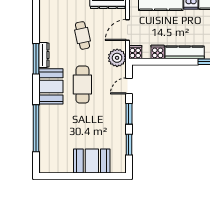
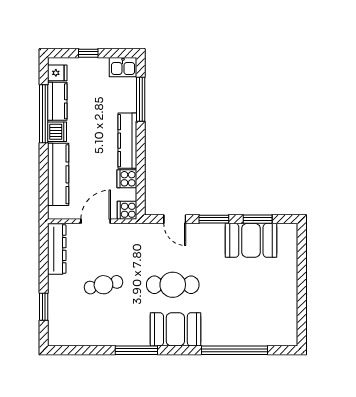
door: (127, 30) -> (96, 221), swing flipped
dresser: (44, 55) -> (131, 339), removed
plant: (117, 58) -> (135, 236), removed
booth: (92, 161) -> (251, 240), moved, turned 90

